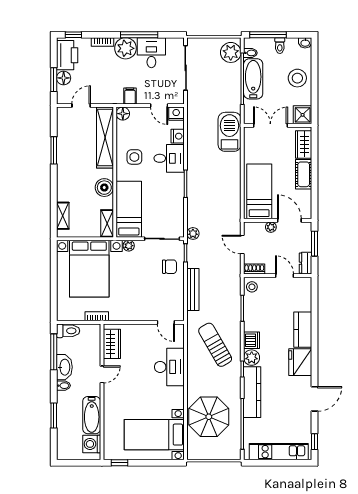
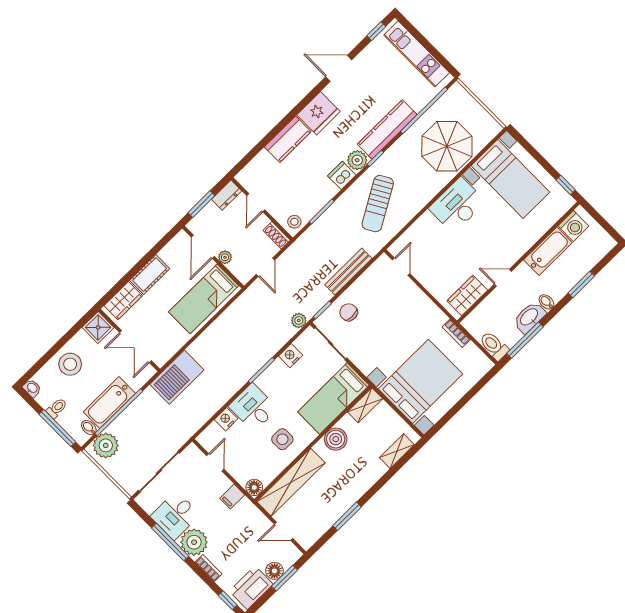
nightstand: (176, 114) -> (291, 356), moved, turned 90
plant: (129, 246) -> (366, 367), removed
desk: (169, 367) -> (457, 205), moved

